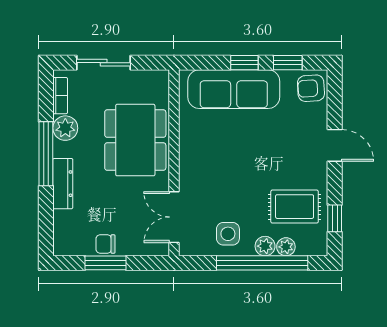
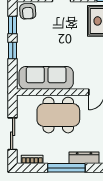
sofa: (234, 89) -> (46, 78), moved, turned -90
plant: (65, 128) -> (51, 156), removed

